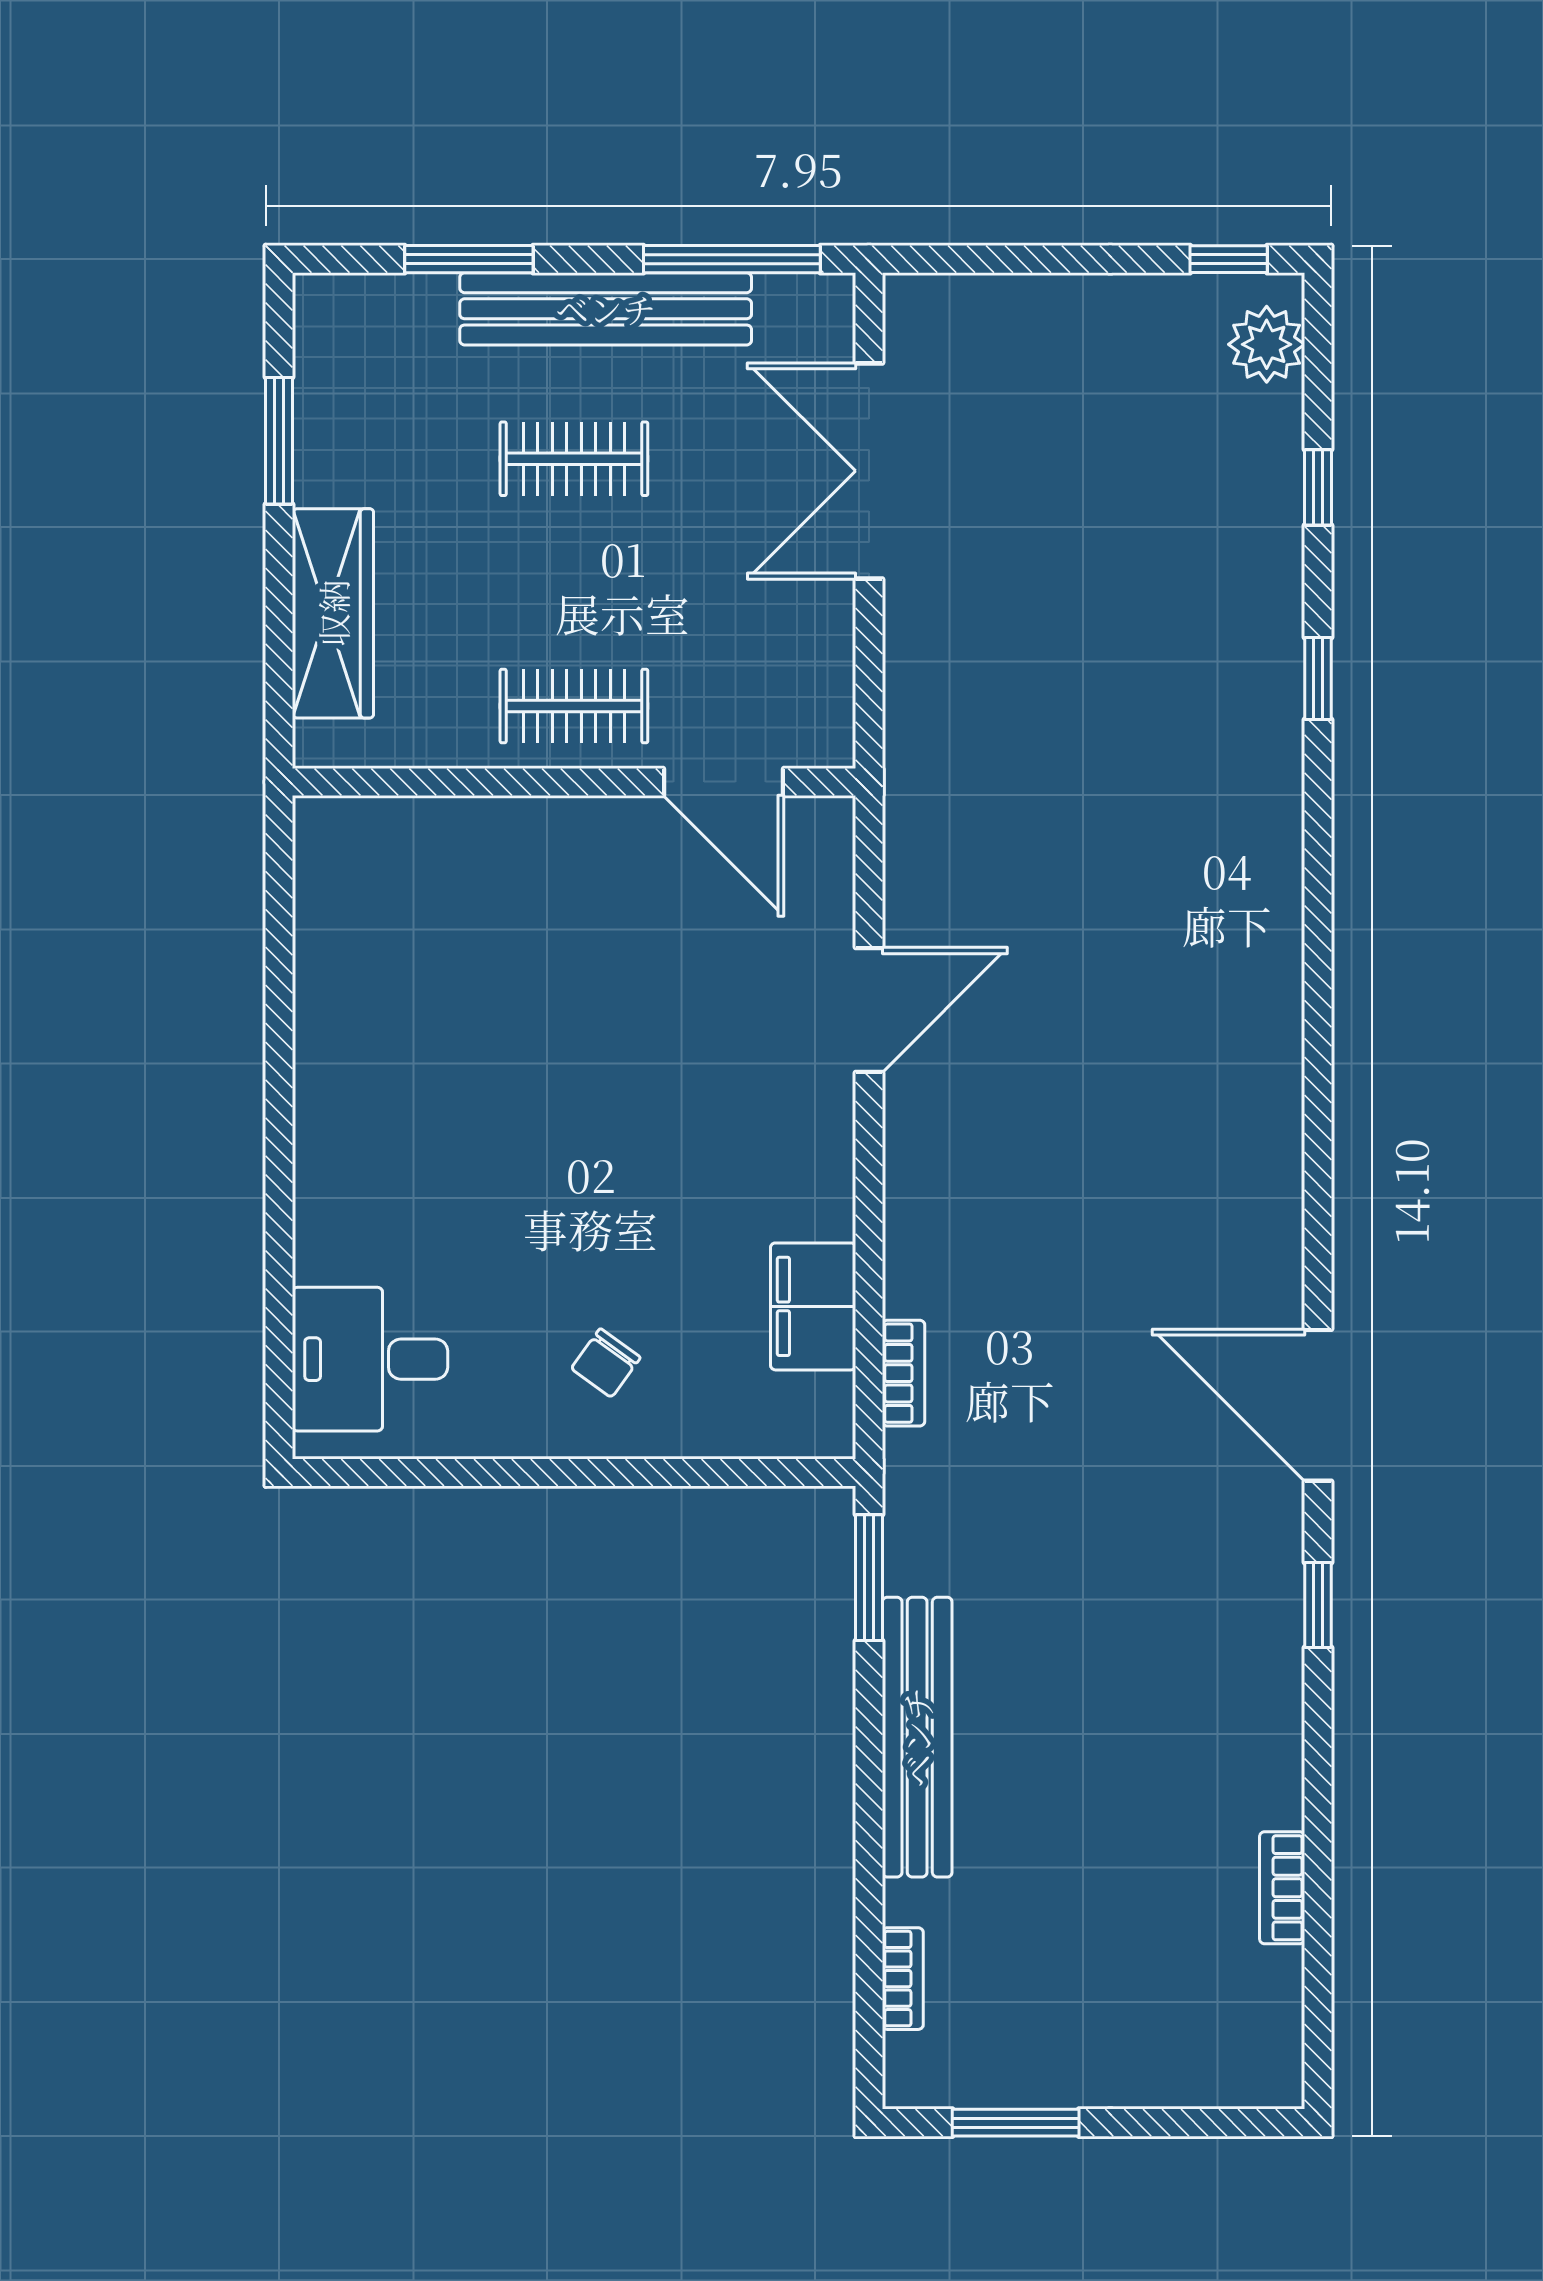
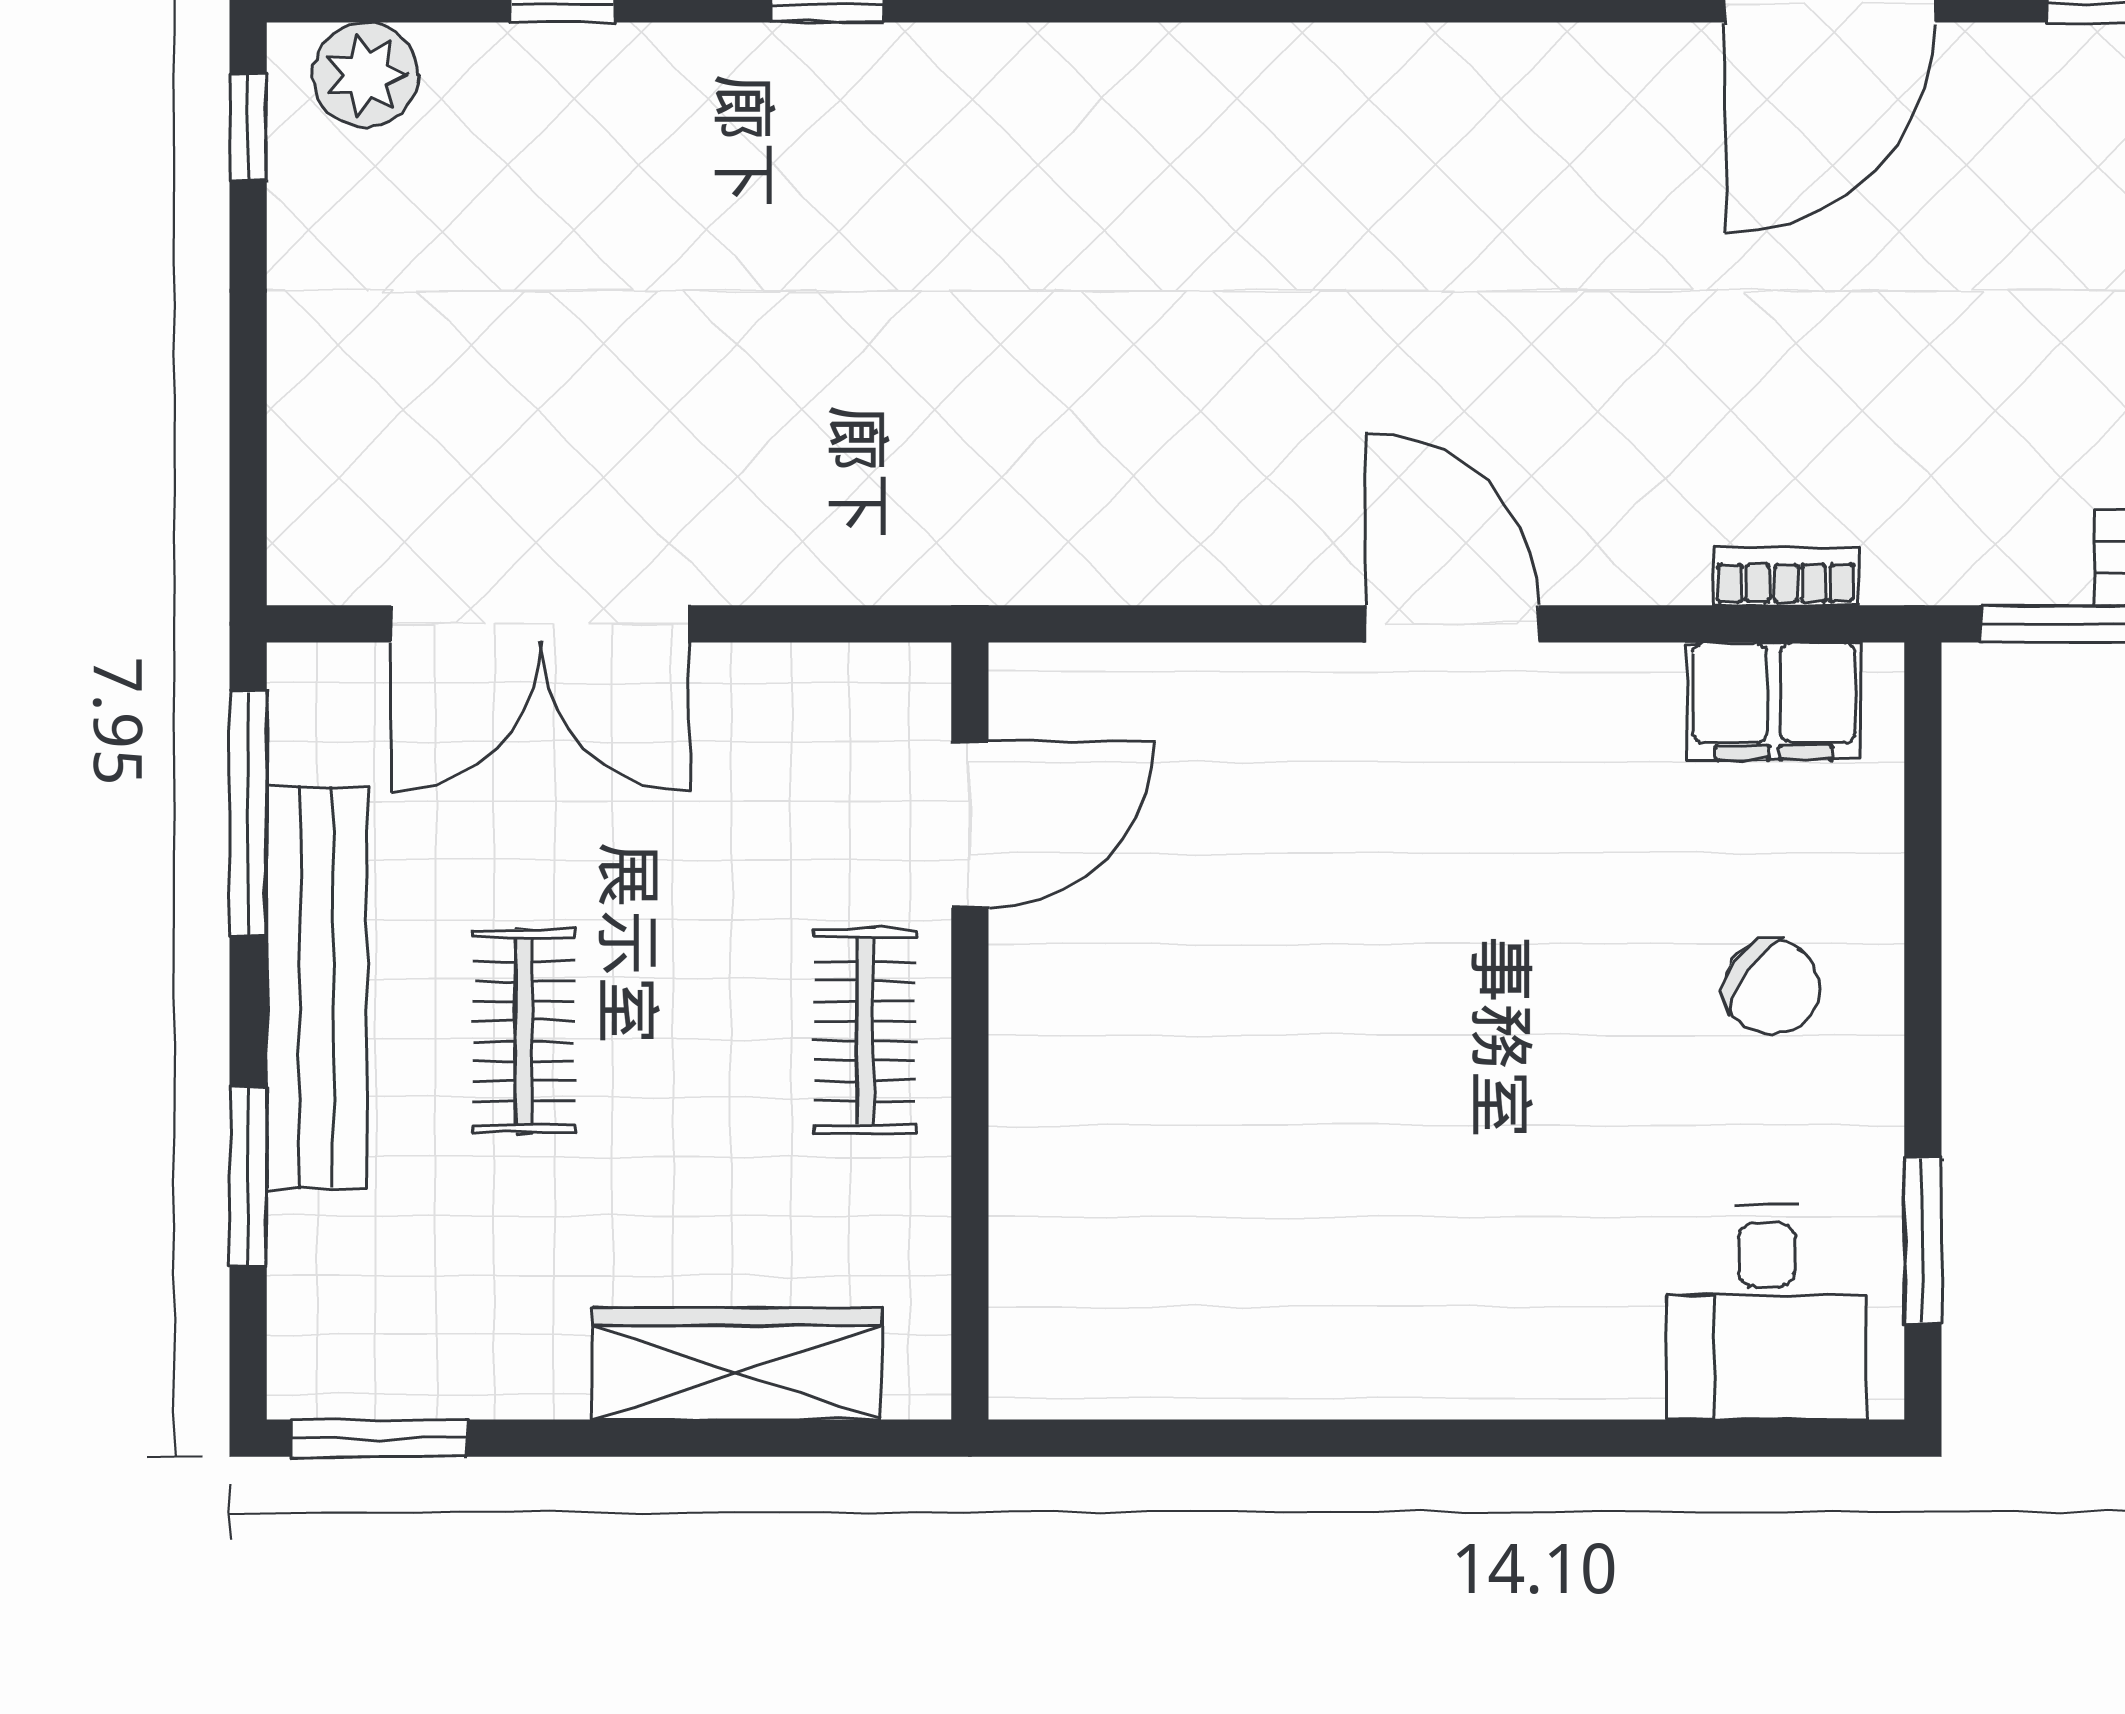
window: (279, 441) -> (379, 1438), moved
door: (869, 1010) -> (1453, 624), moved
filing cabinet: (813, 1306) -> (1774, 701), moved
chair: (606, 1363) -> (1772, 987), width x1.37, depth x1.37
window: (422, 1472) -> (1923, 1241), added

